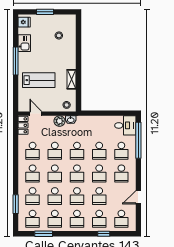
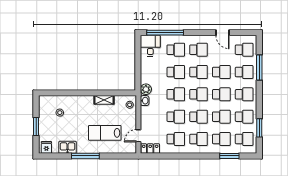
lab bench: (39, 80) -> (105, 133), turned -90
plant: (59, 121) -> (146, 89), moved
window: (104, 234) -> (259, 67), width x2.17

